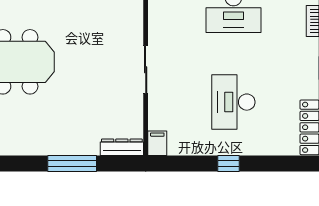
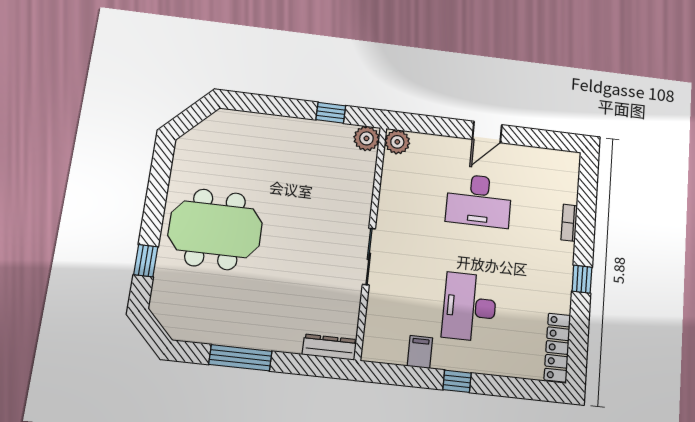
filing cabinet: (157, 143) -> (420, 352), moved
window: (72, 164) -> (240, 358), moved

